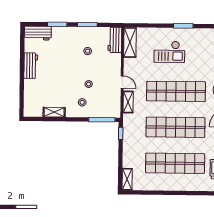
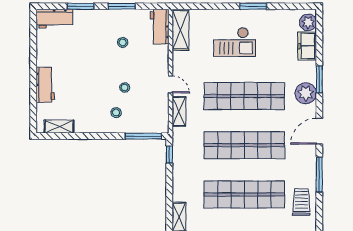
workbench: (31, 66) -> (45, 85), moved
shelving: (54, 112) -> (59, 127), moved

